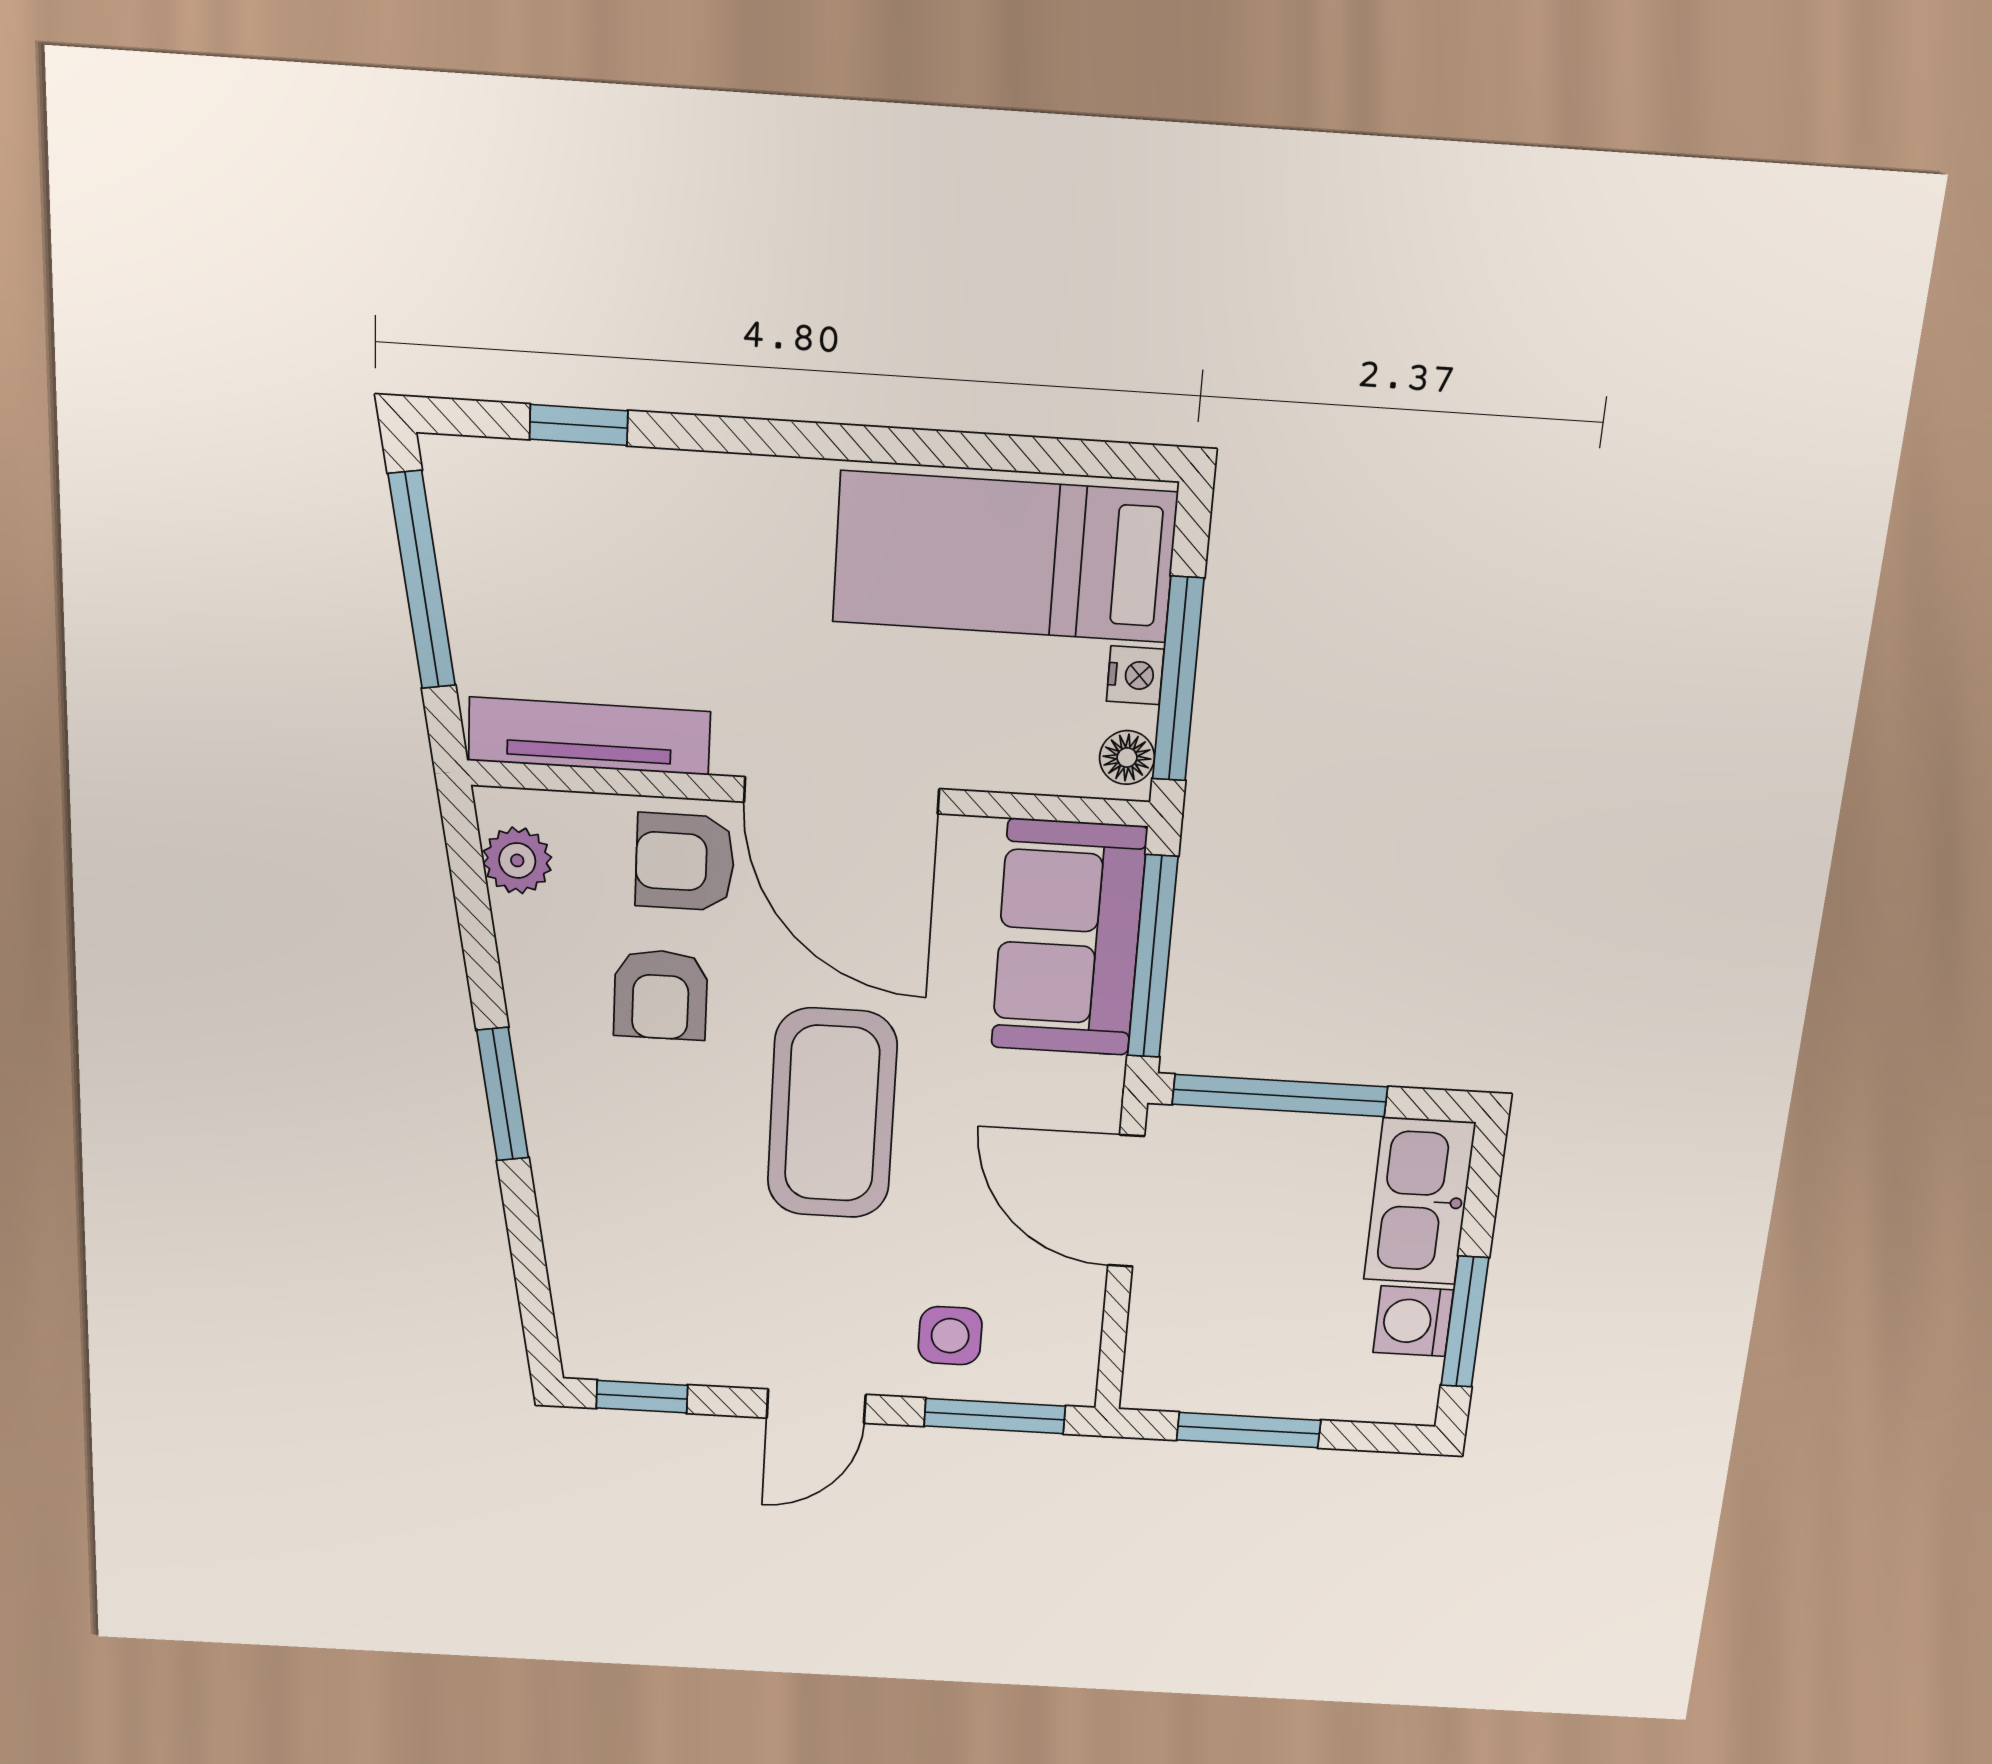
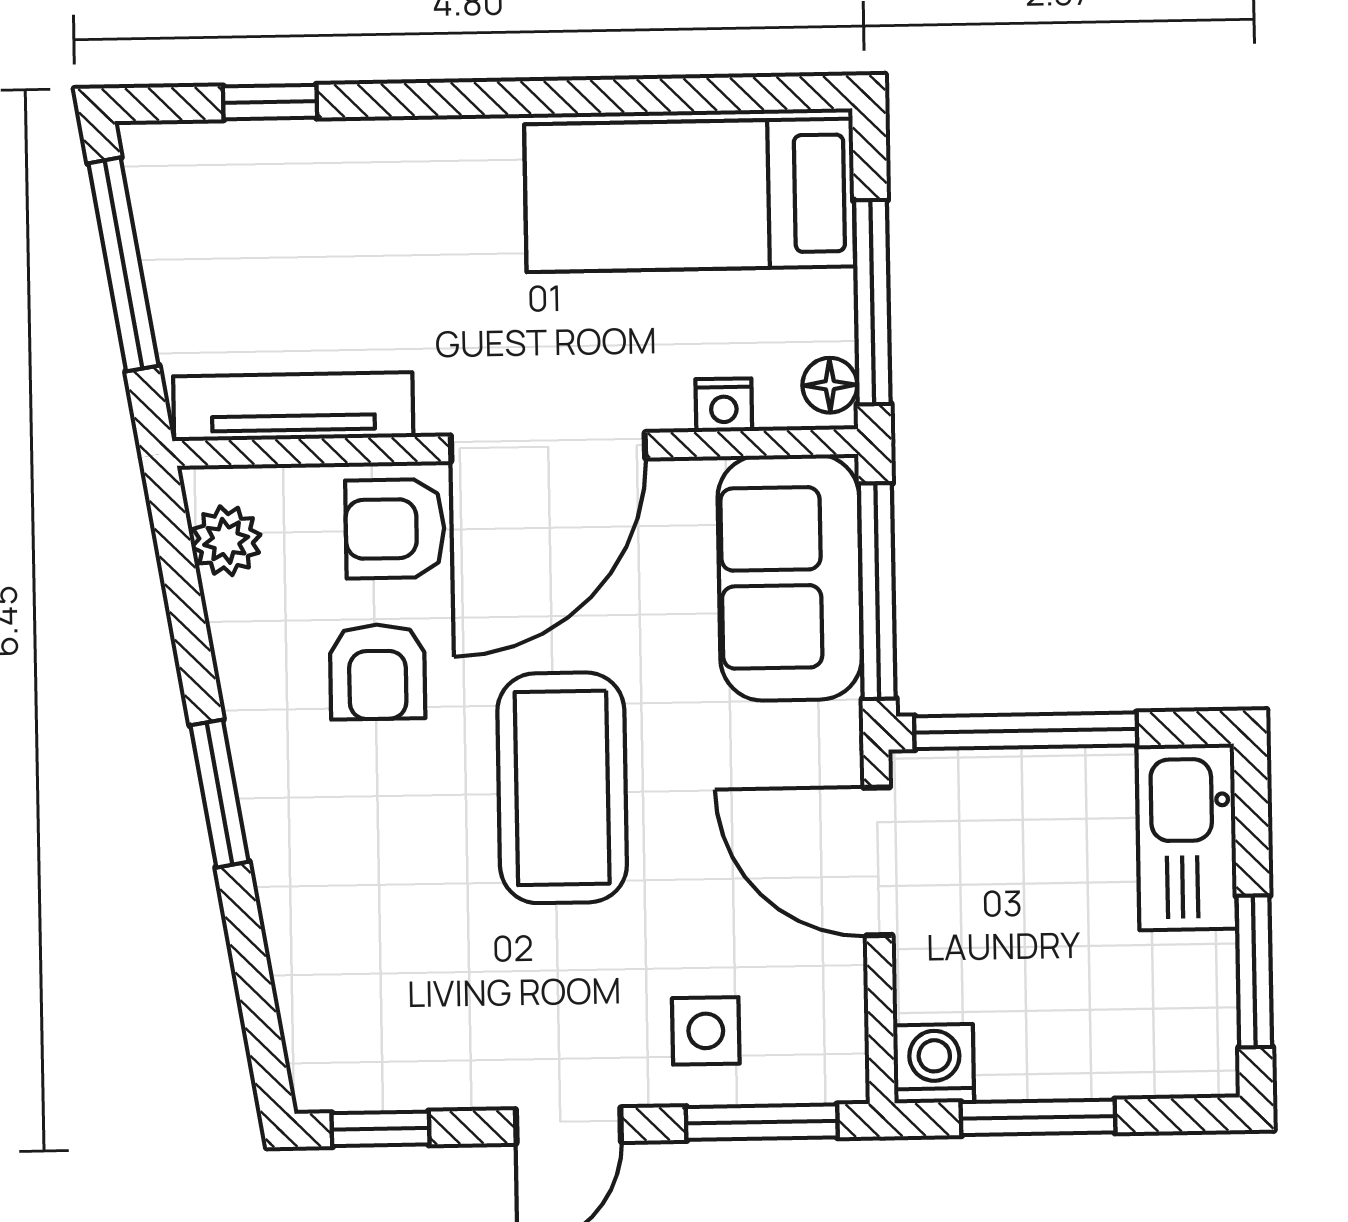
nightstand: (1135, 675) -> (724, 405), moved, turned 90
door: (842, 795) -> (548, 447), hinge flipped
washing machine: (1413, 1321) -> (934, 1064), moved, turned 90

